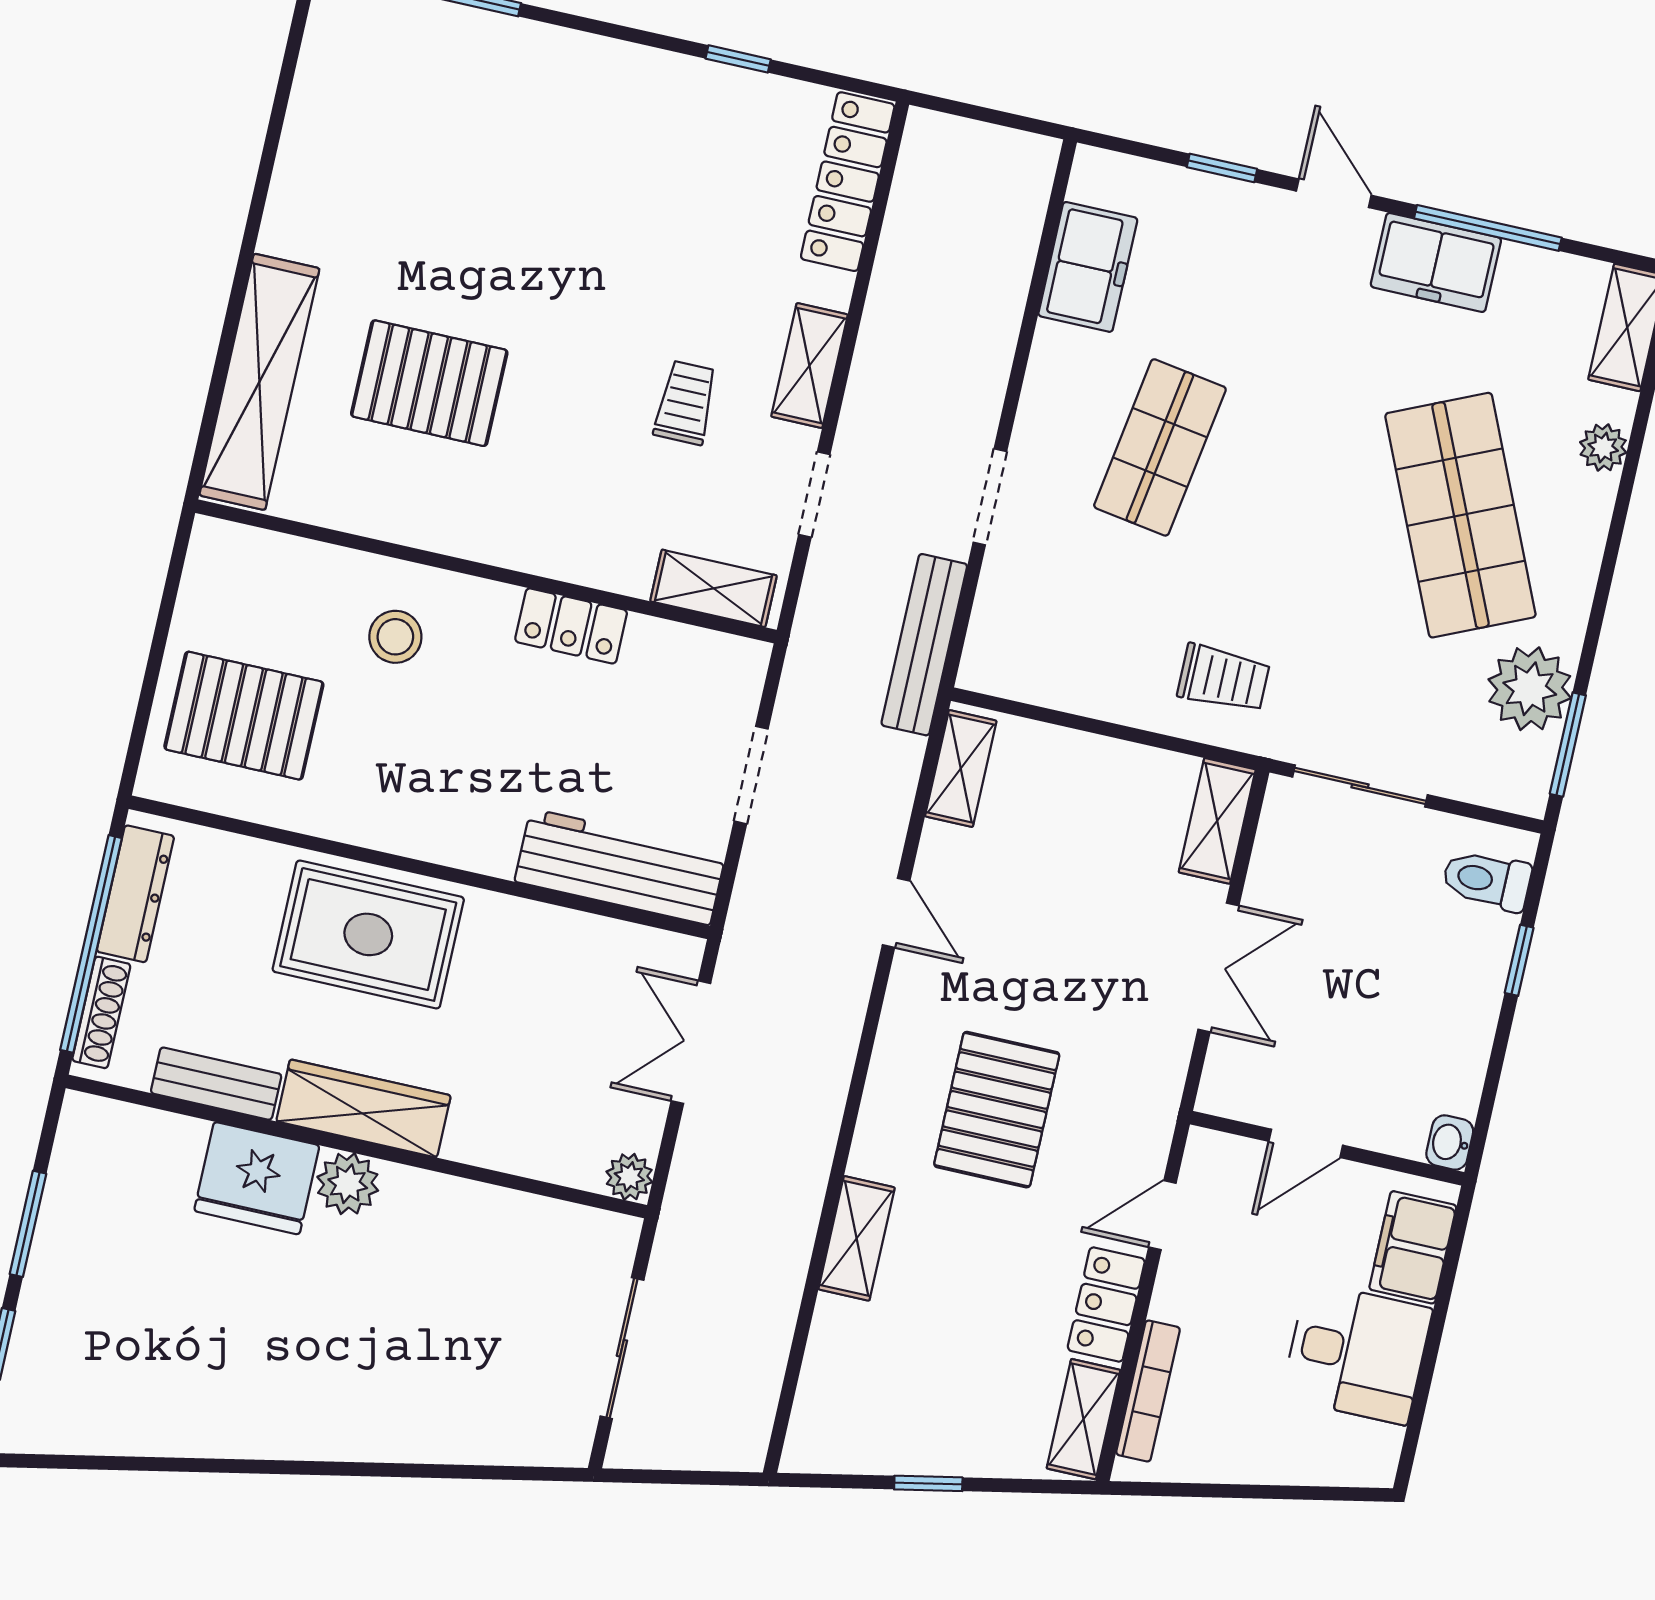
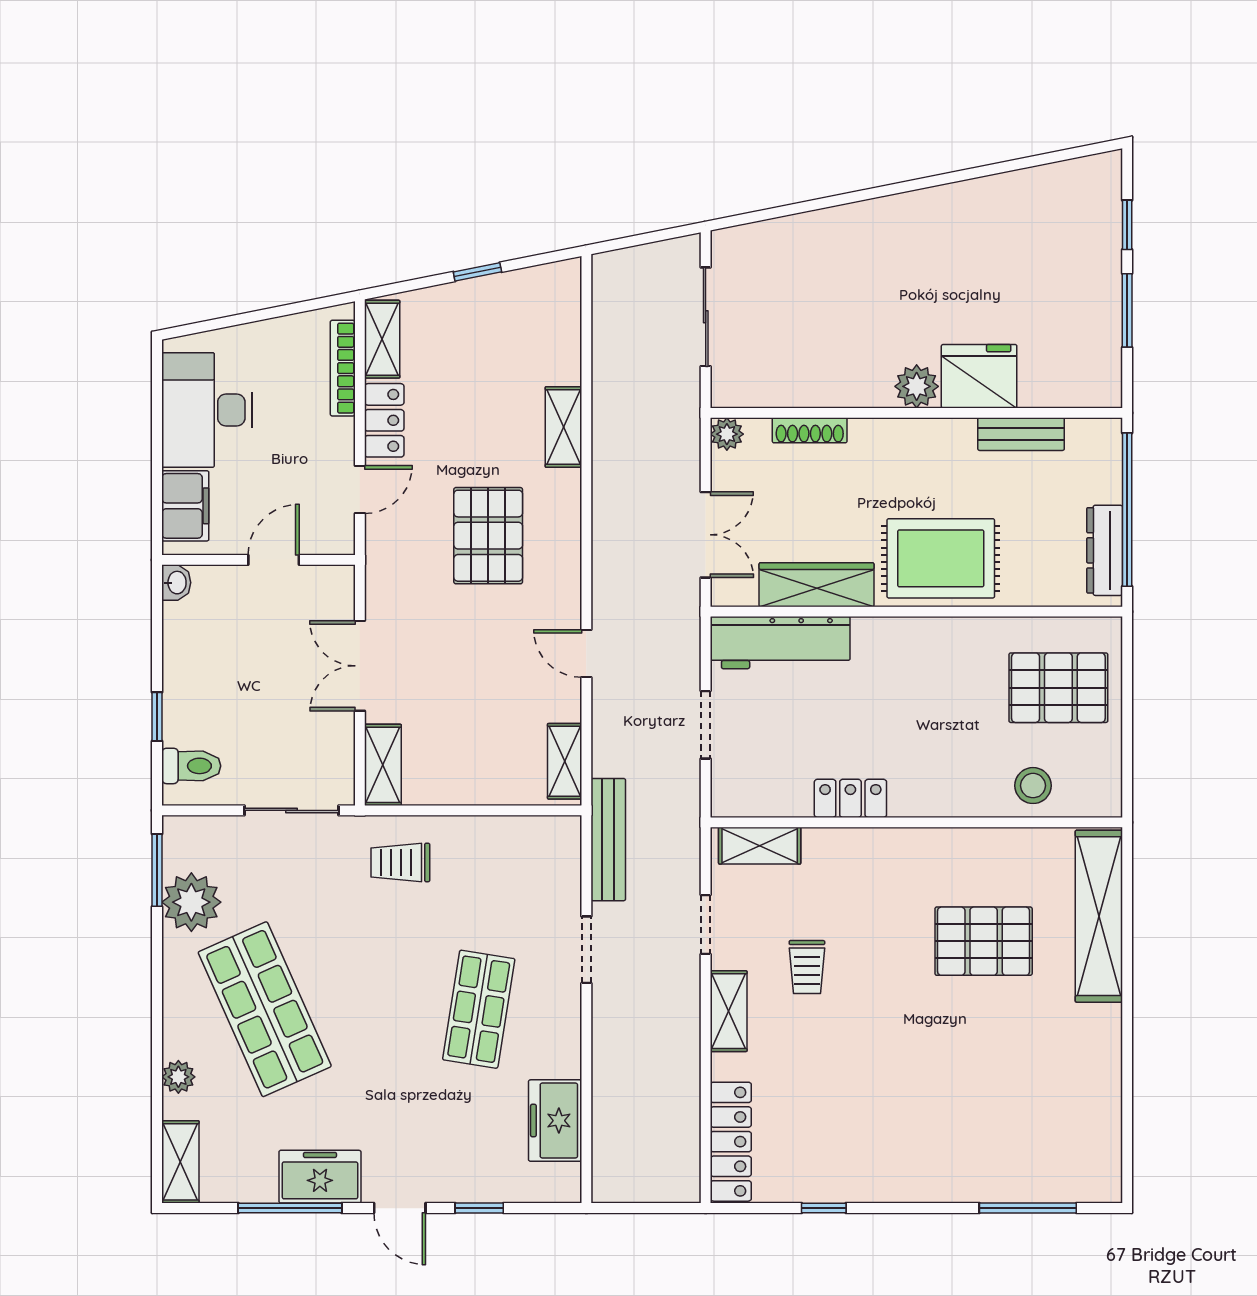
stool: (395, 637) -> (1033, 786), moved
shoe rack: (101, 1012) -> (810, 430), moved, turned -90
wardrobe: (363, 1108) -> (817, 585), moved, turned 180
desk: (1357, 1353) -> (207, 410), width x1.37

